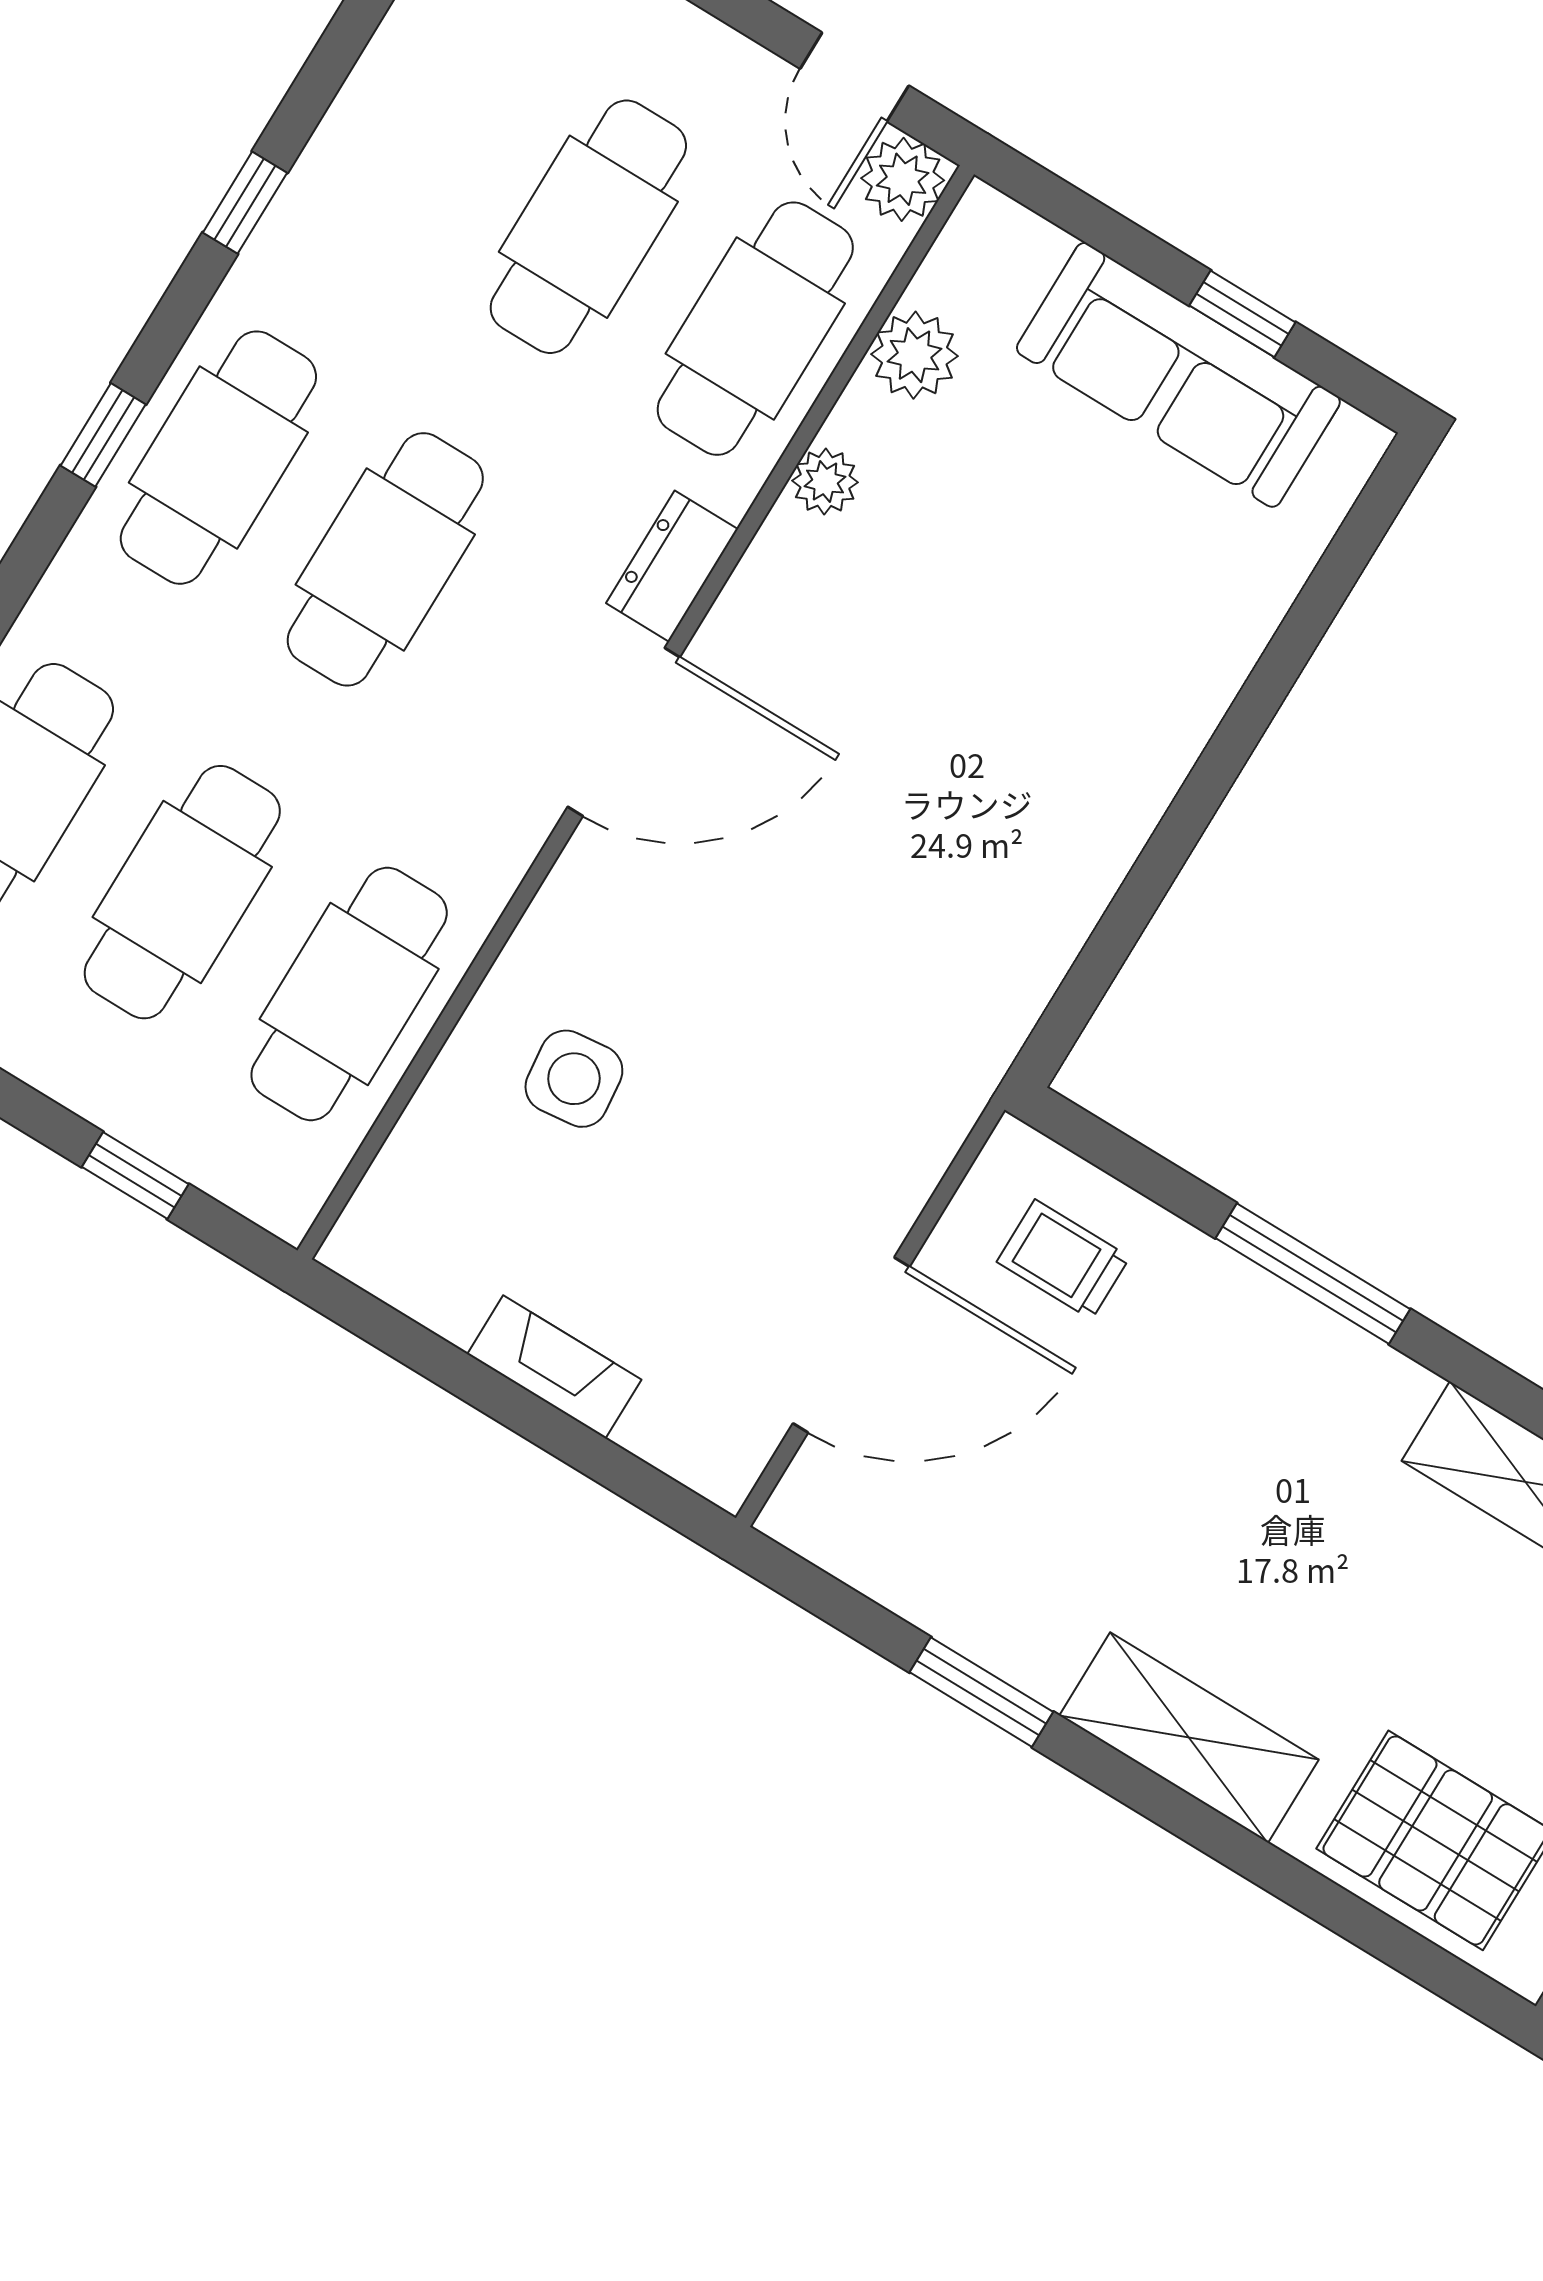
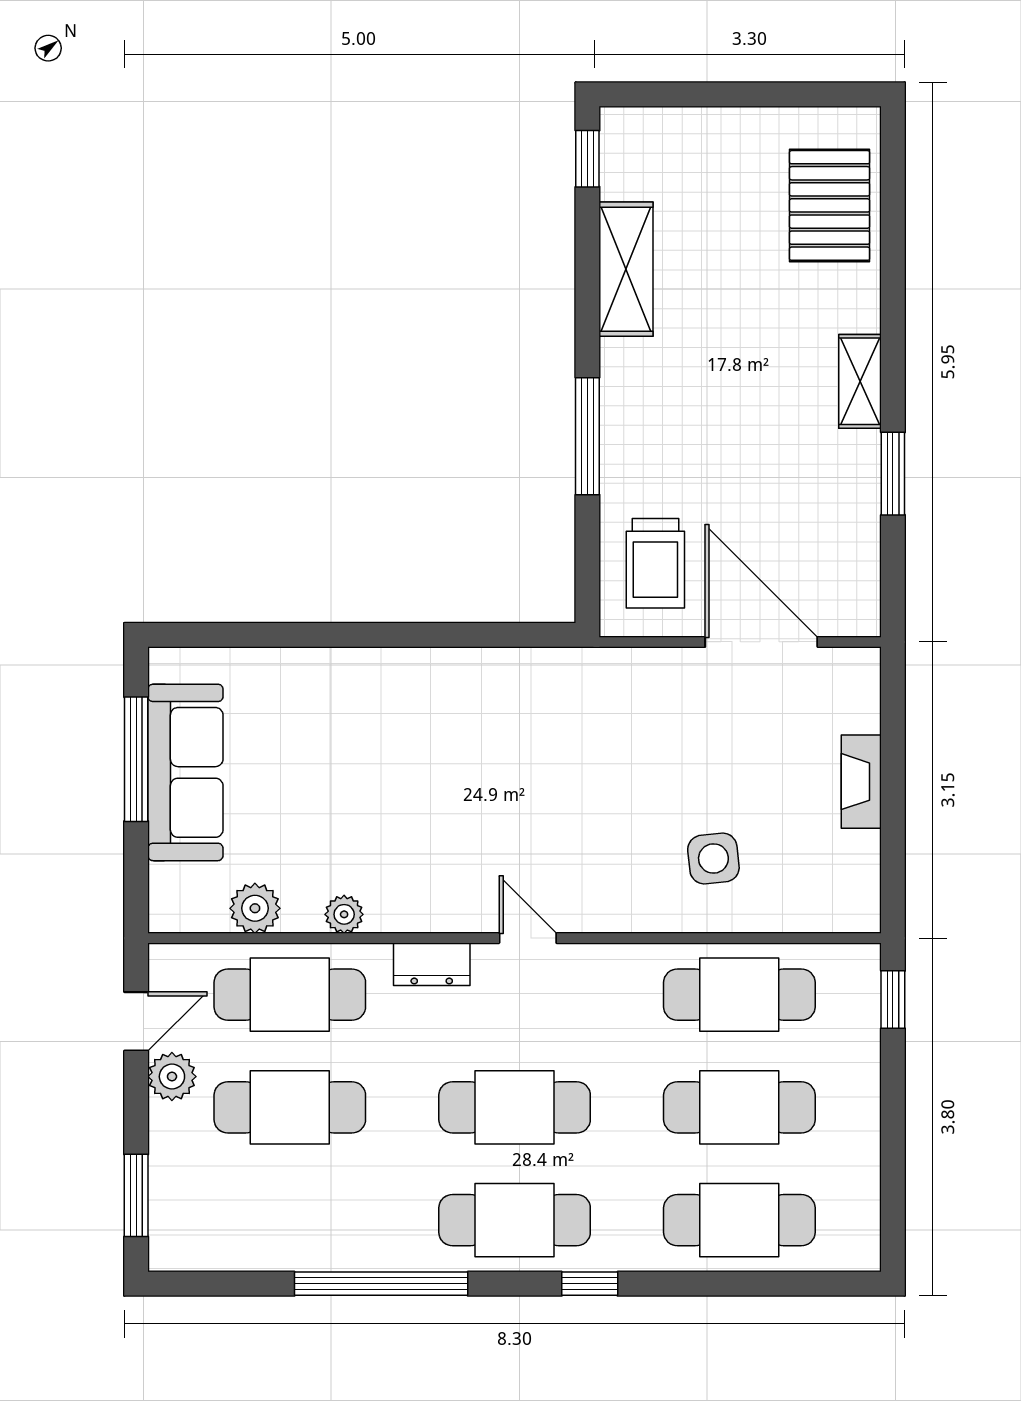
plant: (903, 179) -> (172, 1077), moved
window: (245, 203) -> (381, 1284), width x3.17
window: (1242, 314) -> (136, 759), width x2.17
window: (103, 435) -> (590, 1284), moved
door: (624, 732) -> (528, 938), width x0.53
window: (135, 1176) -> (893, 1000), moved
trolley: (1063, 1259) -> (655, 563), width x1.36, depth x1.39
shelving: (1189, 1738) -> (860, 381), width x0.67, depth x0.75

